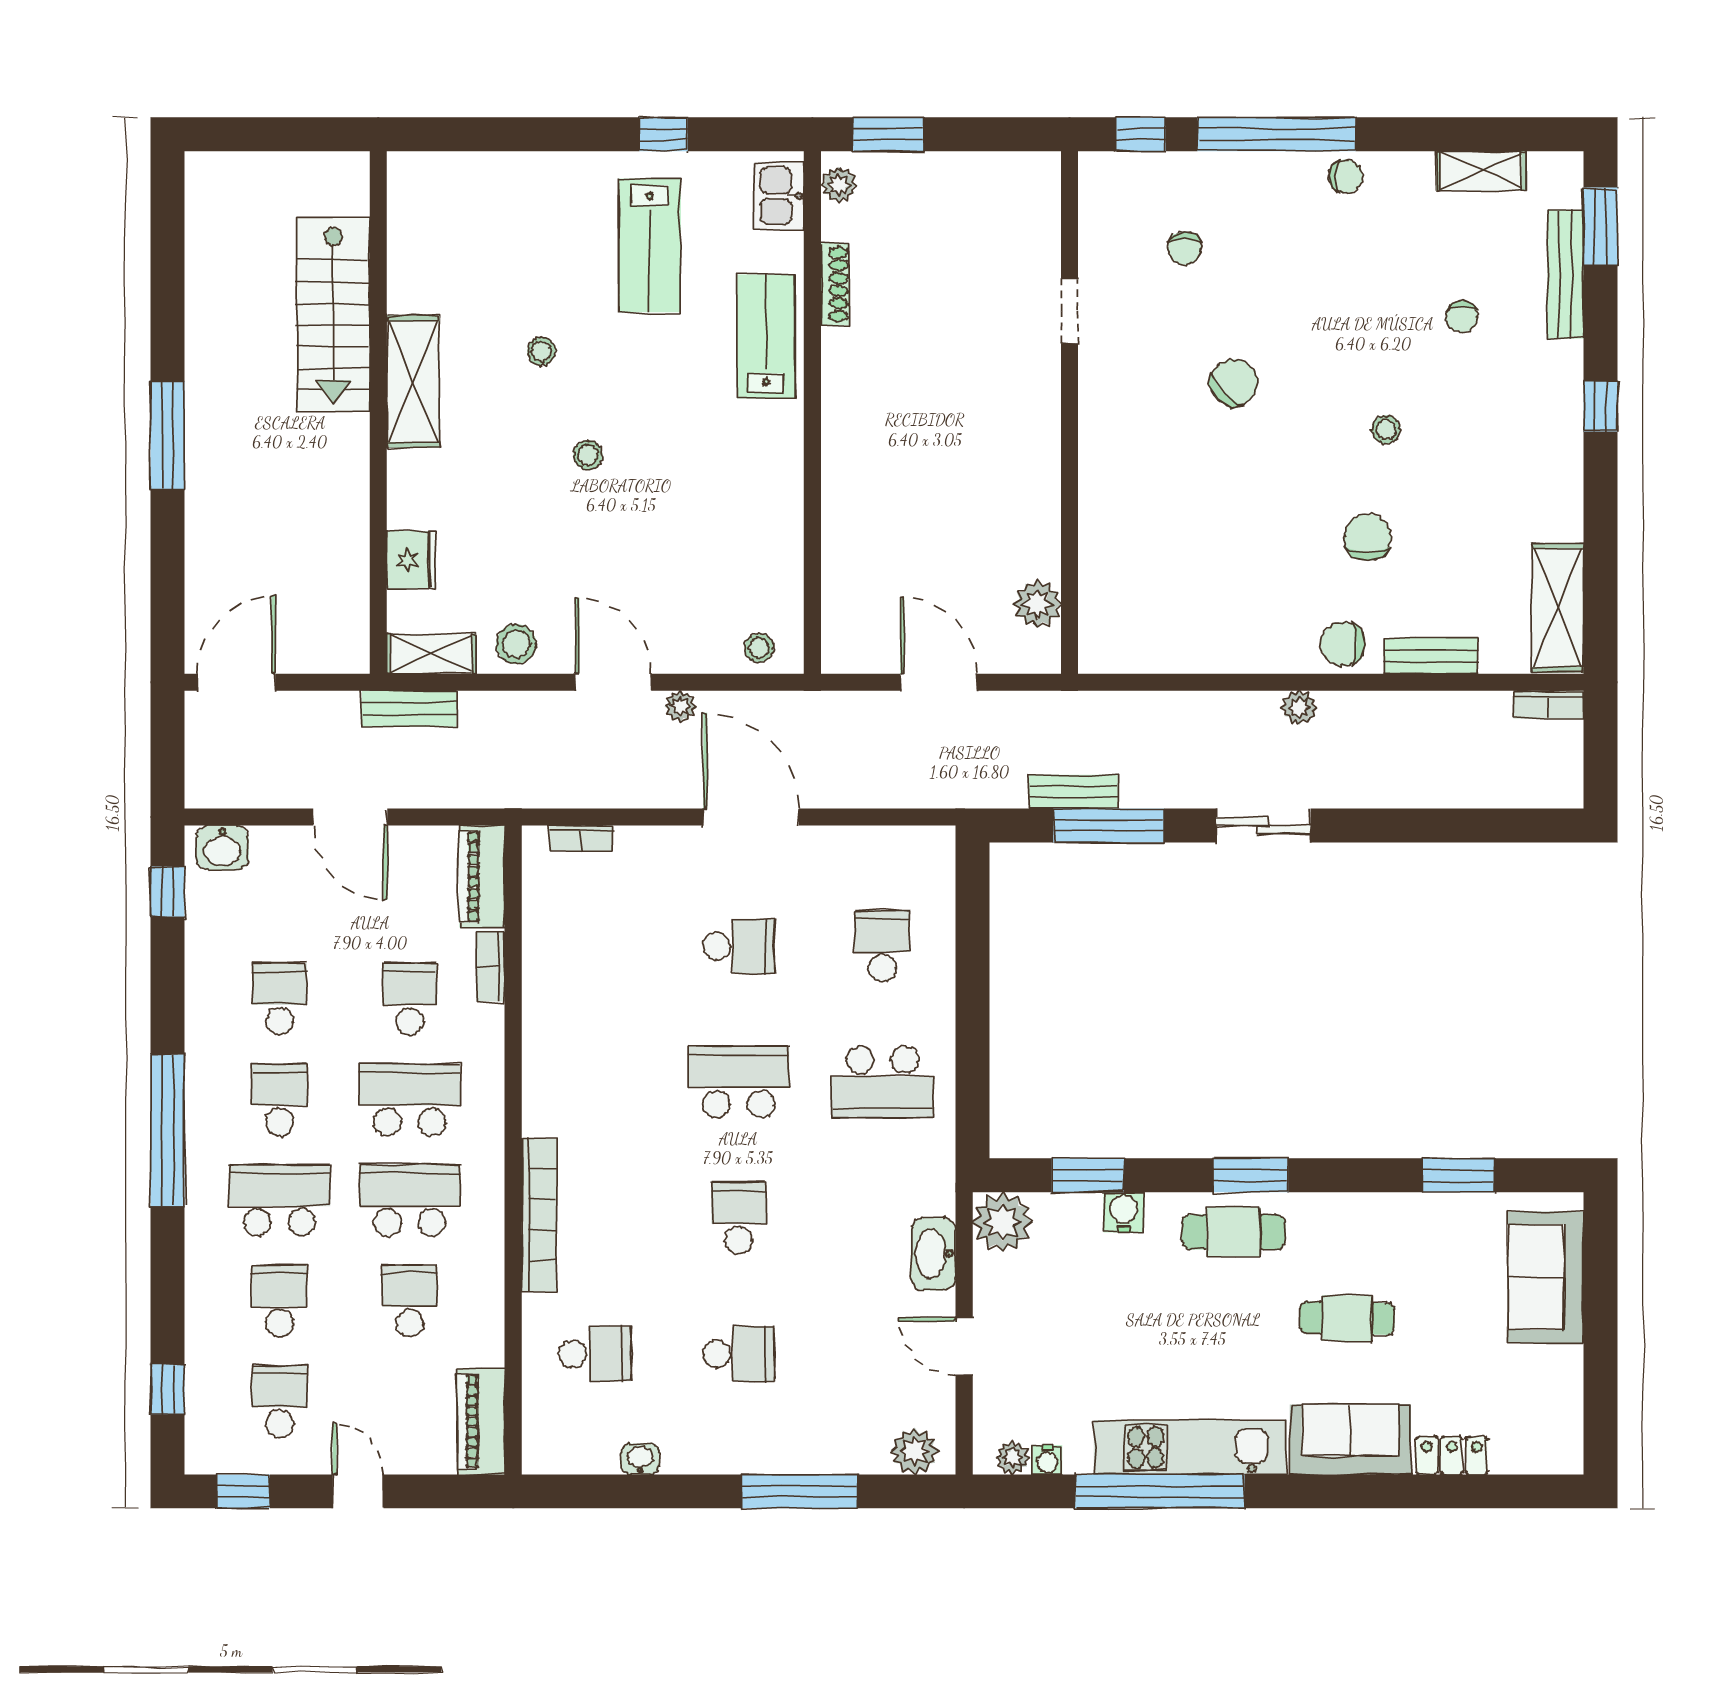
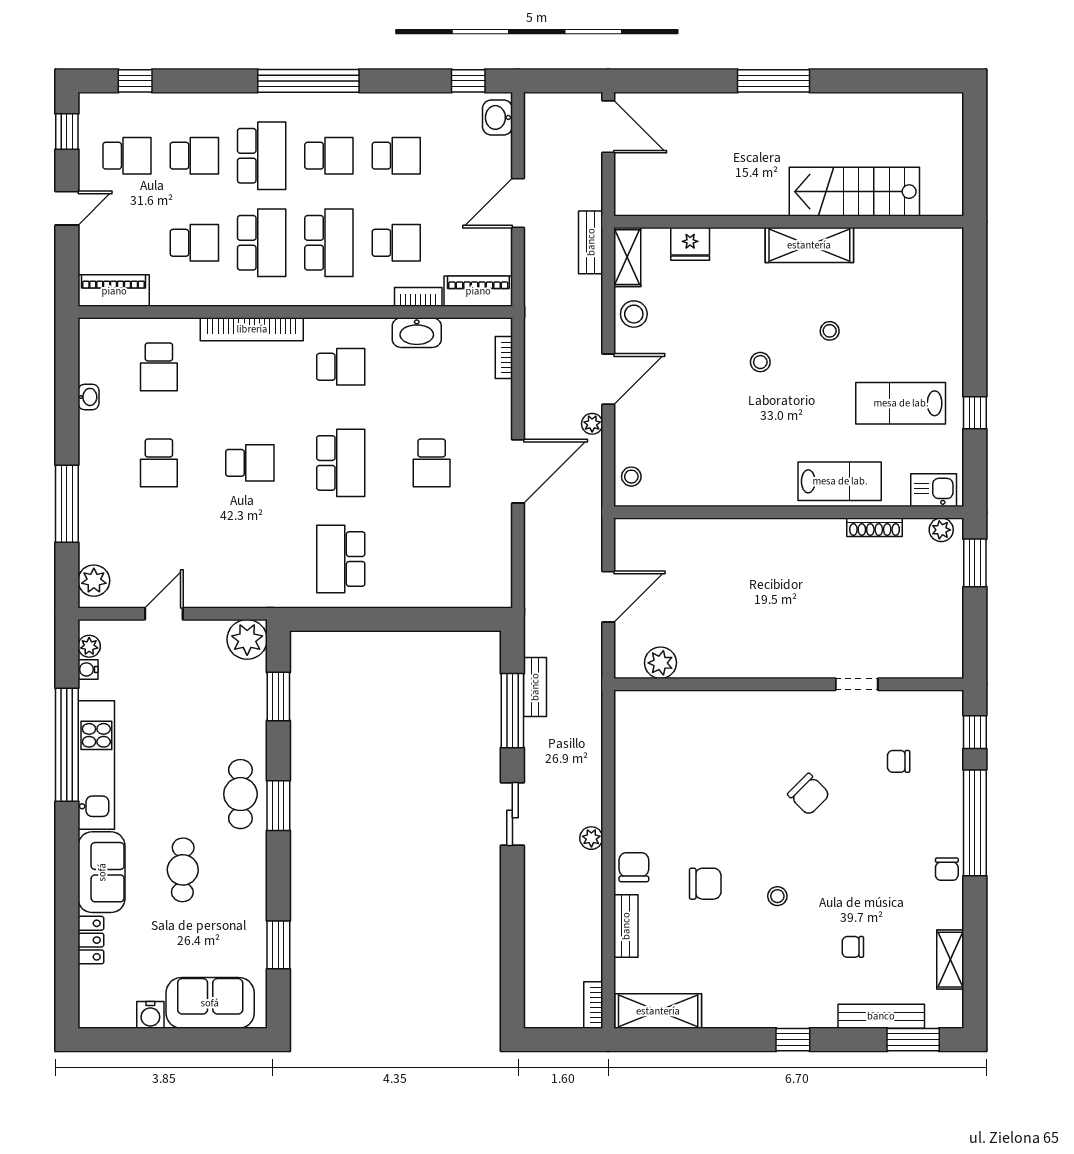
school desk: (882, 946) -> (341, 367), moved
water cooler: (1124, 1212) -> (150, 1015), moved, turned 90
washbasin: (933, 1254) -> (417, 333), moved, turned 180

